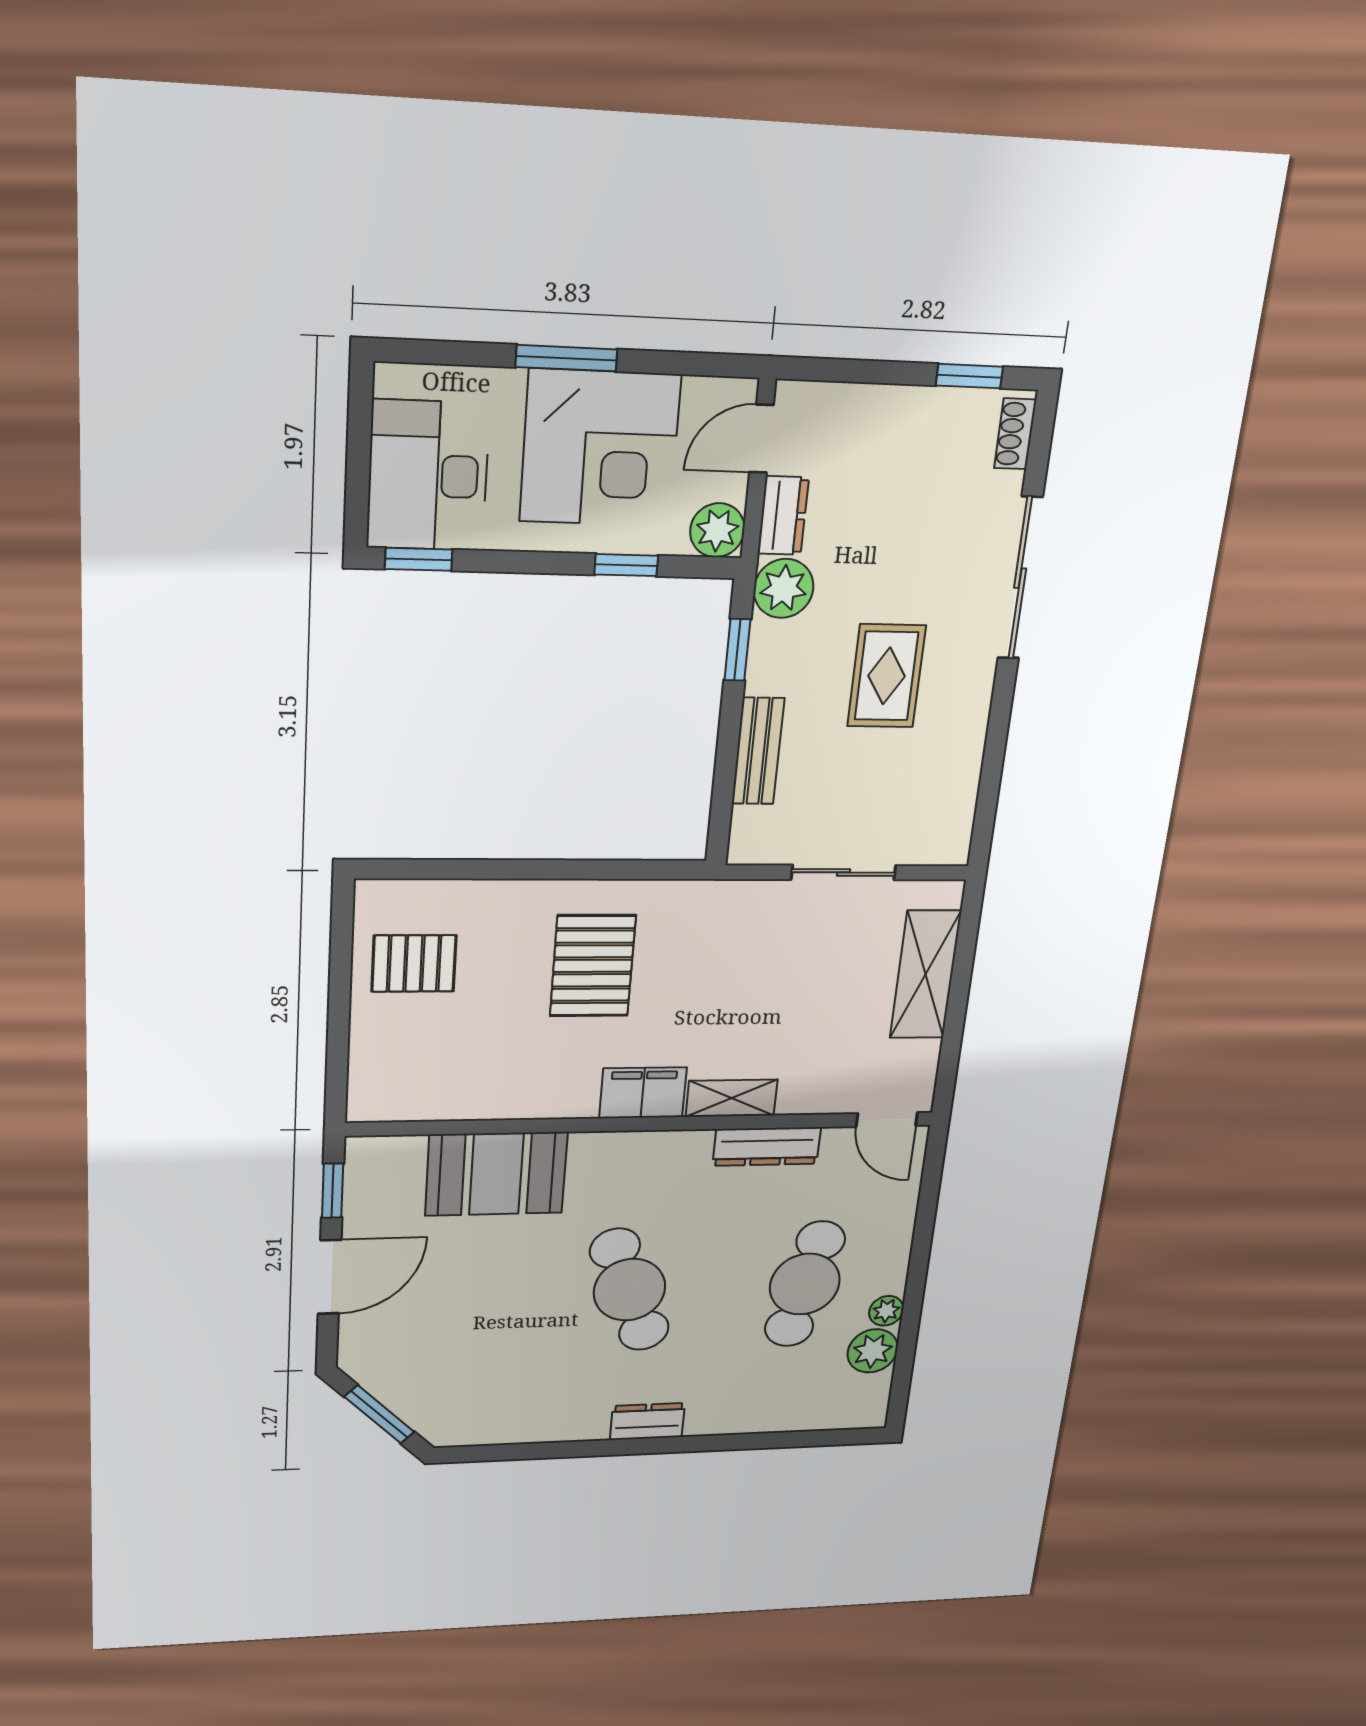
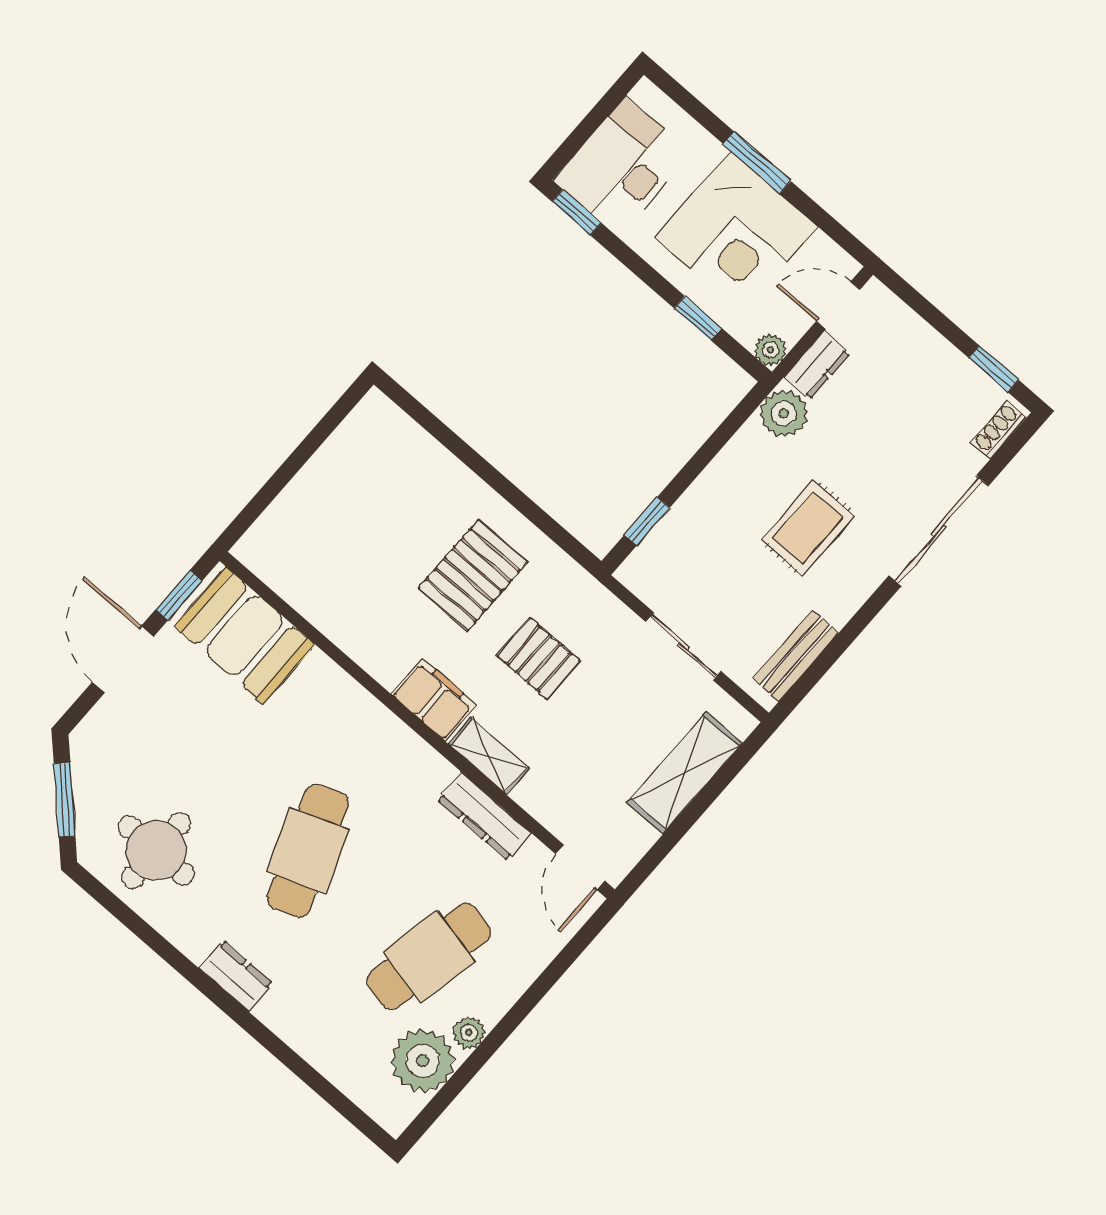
plant: (717, 530) -> (770, 350), width x0.73, depth x0.73
window: (737, 650) -> (647, 522), moved
bench: (758, 751) -> (796, 656), moved
pallet: (414, 963) -> (539, 658), moved
booth: (496, 1174) -> (244, 635), moved
door: (330, 1277) -> (123, 659), swing flipped
plant: (873, 1351) -> (423, 1061), width x1.36, depth x1.36
round table: (495, 1389) -> (156, 850), added

